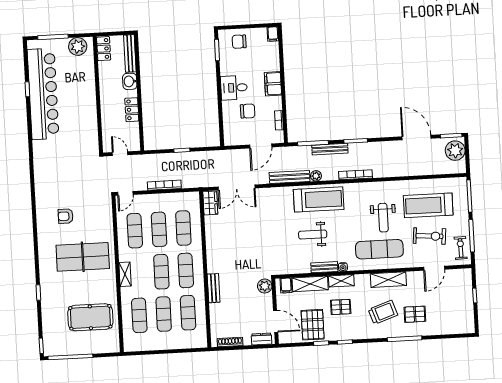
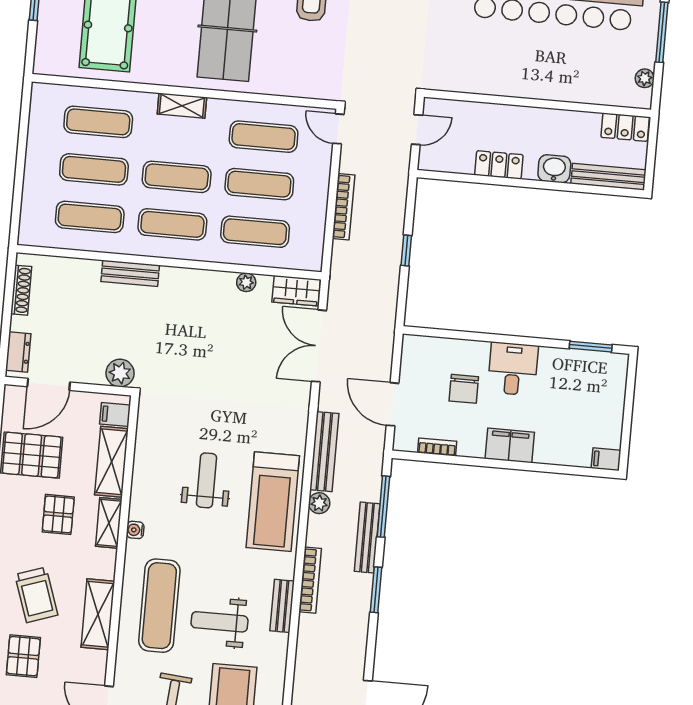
chair: (239, 42) -> (601, 392), removed
plant: (78, 46) -> (645, 78), width x0.53, depth x0.53
plant: (210, 229) -> (246, 282), added
bench: (324, 267) -> (282, 606), moved

